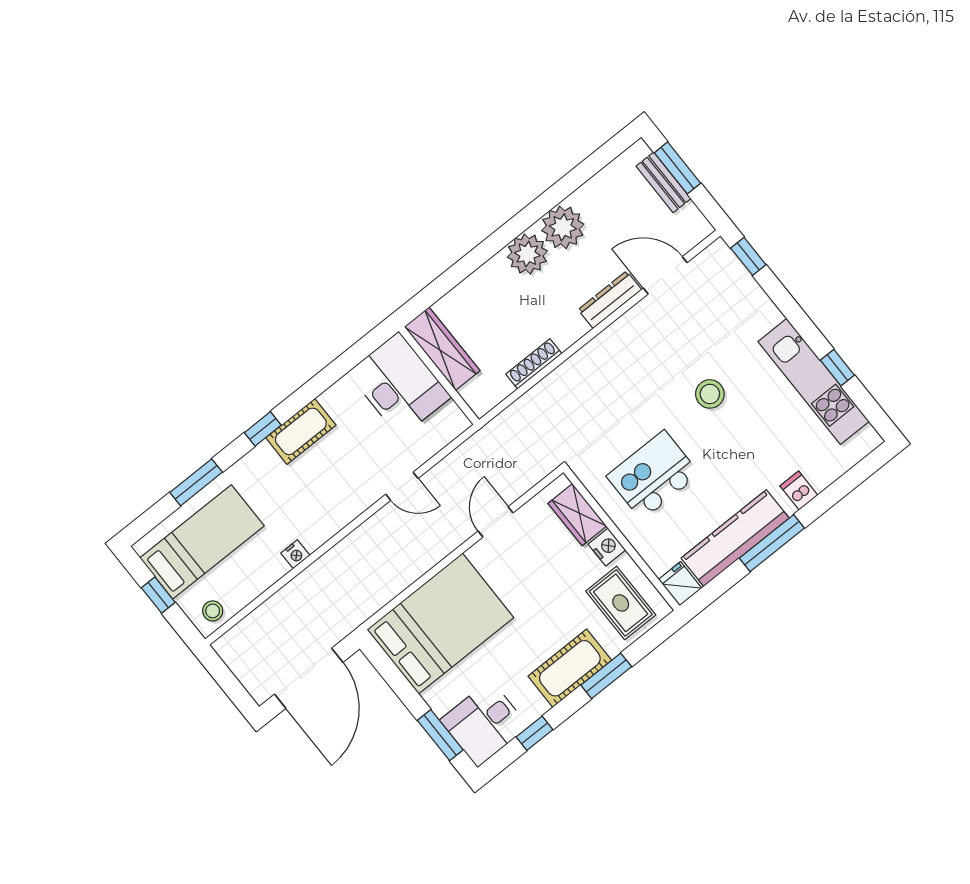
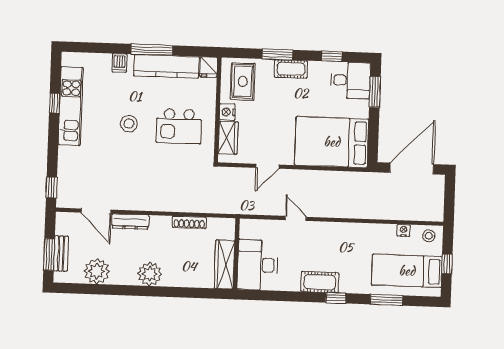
plant: (563, 227) -> (97, 271), moved
stool: (710, 394) -> (129, 124), moved
nightstand: (295, 554) -> (404, 230), moved
cot: (570, 668) -> (291, 69), width x0.73, depth x0.75

